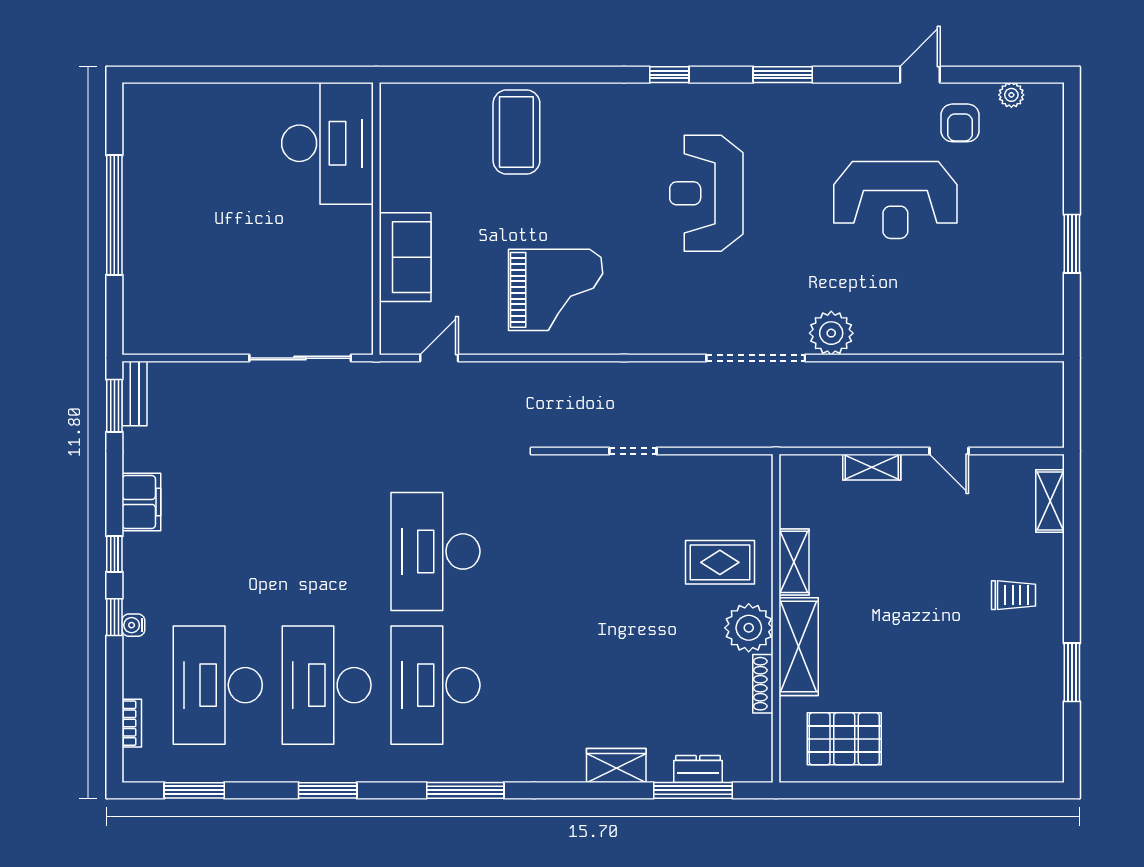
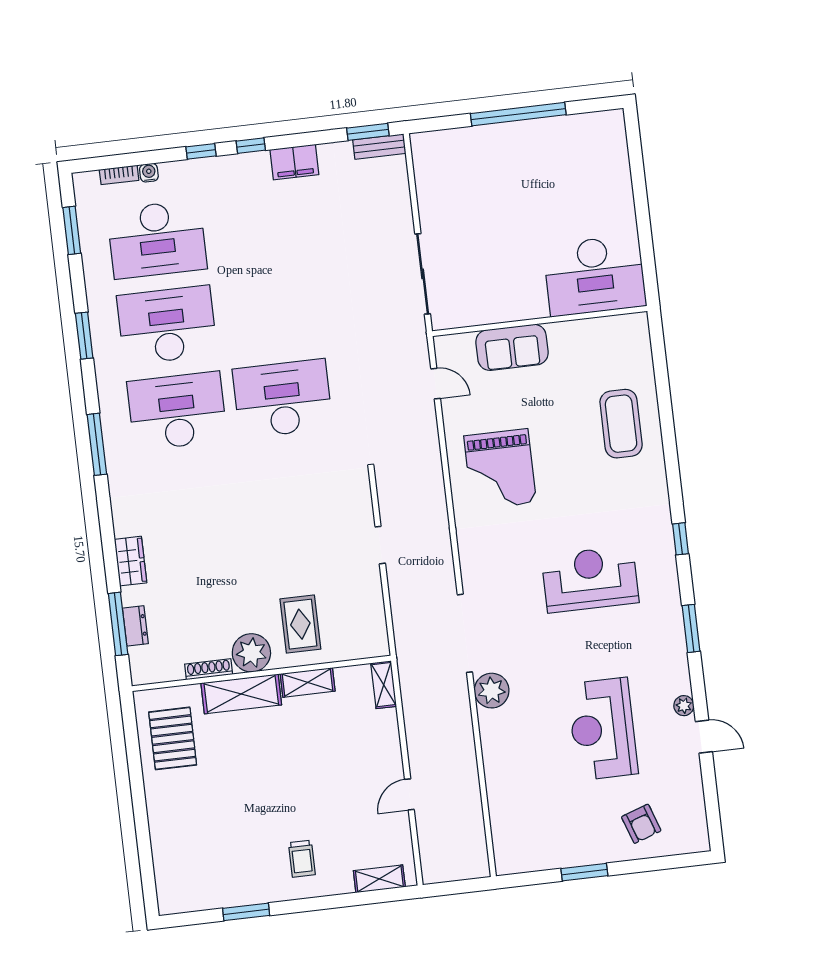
plant: (1011, 95) -> (684, 706), moved
armchair: (960, 123) -> (641, 824), moved, turned -109
coffee table: (516, 132) -> (621, 424), turned 90
shelving: (872, 467) -> (384, 685), moved
water cooler: (133, 625) -> (149, 173), moved
desk: (218, 685) -> (157, 239), turned 180

